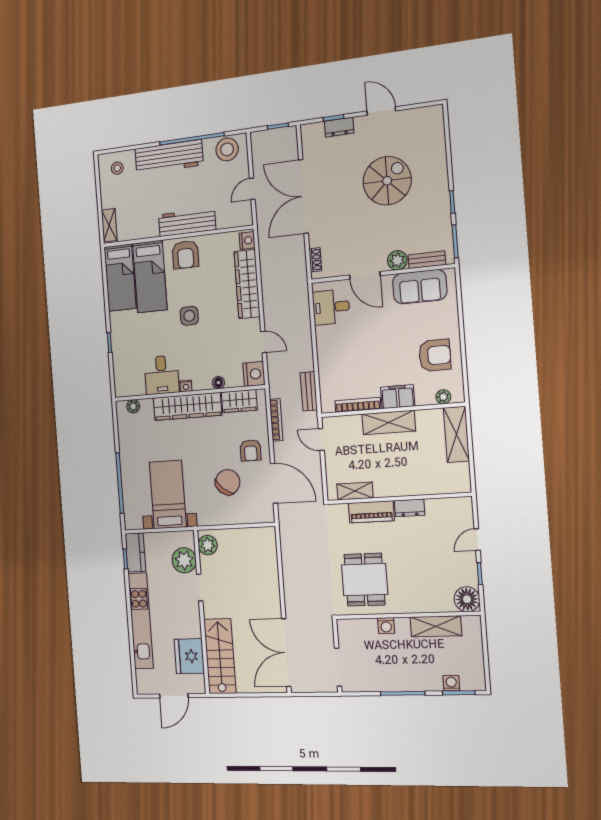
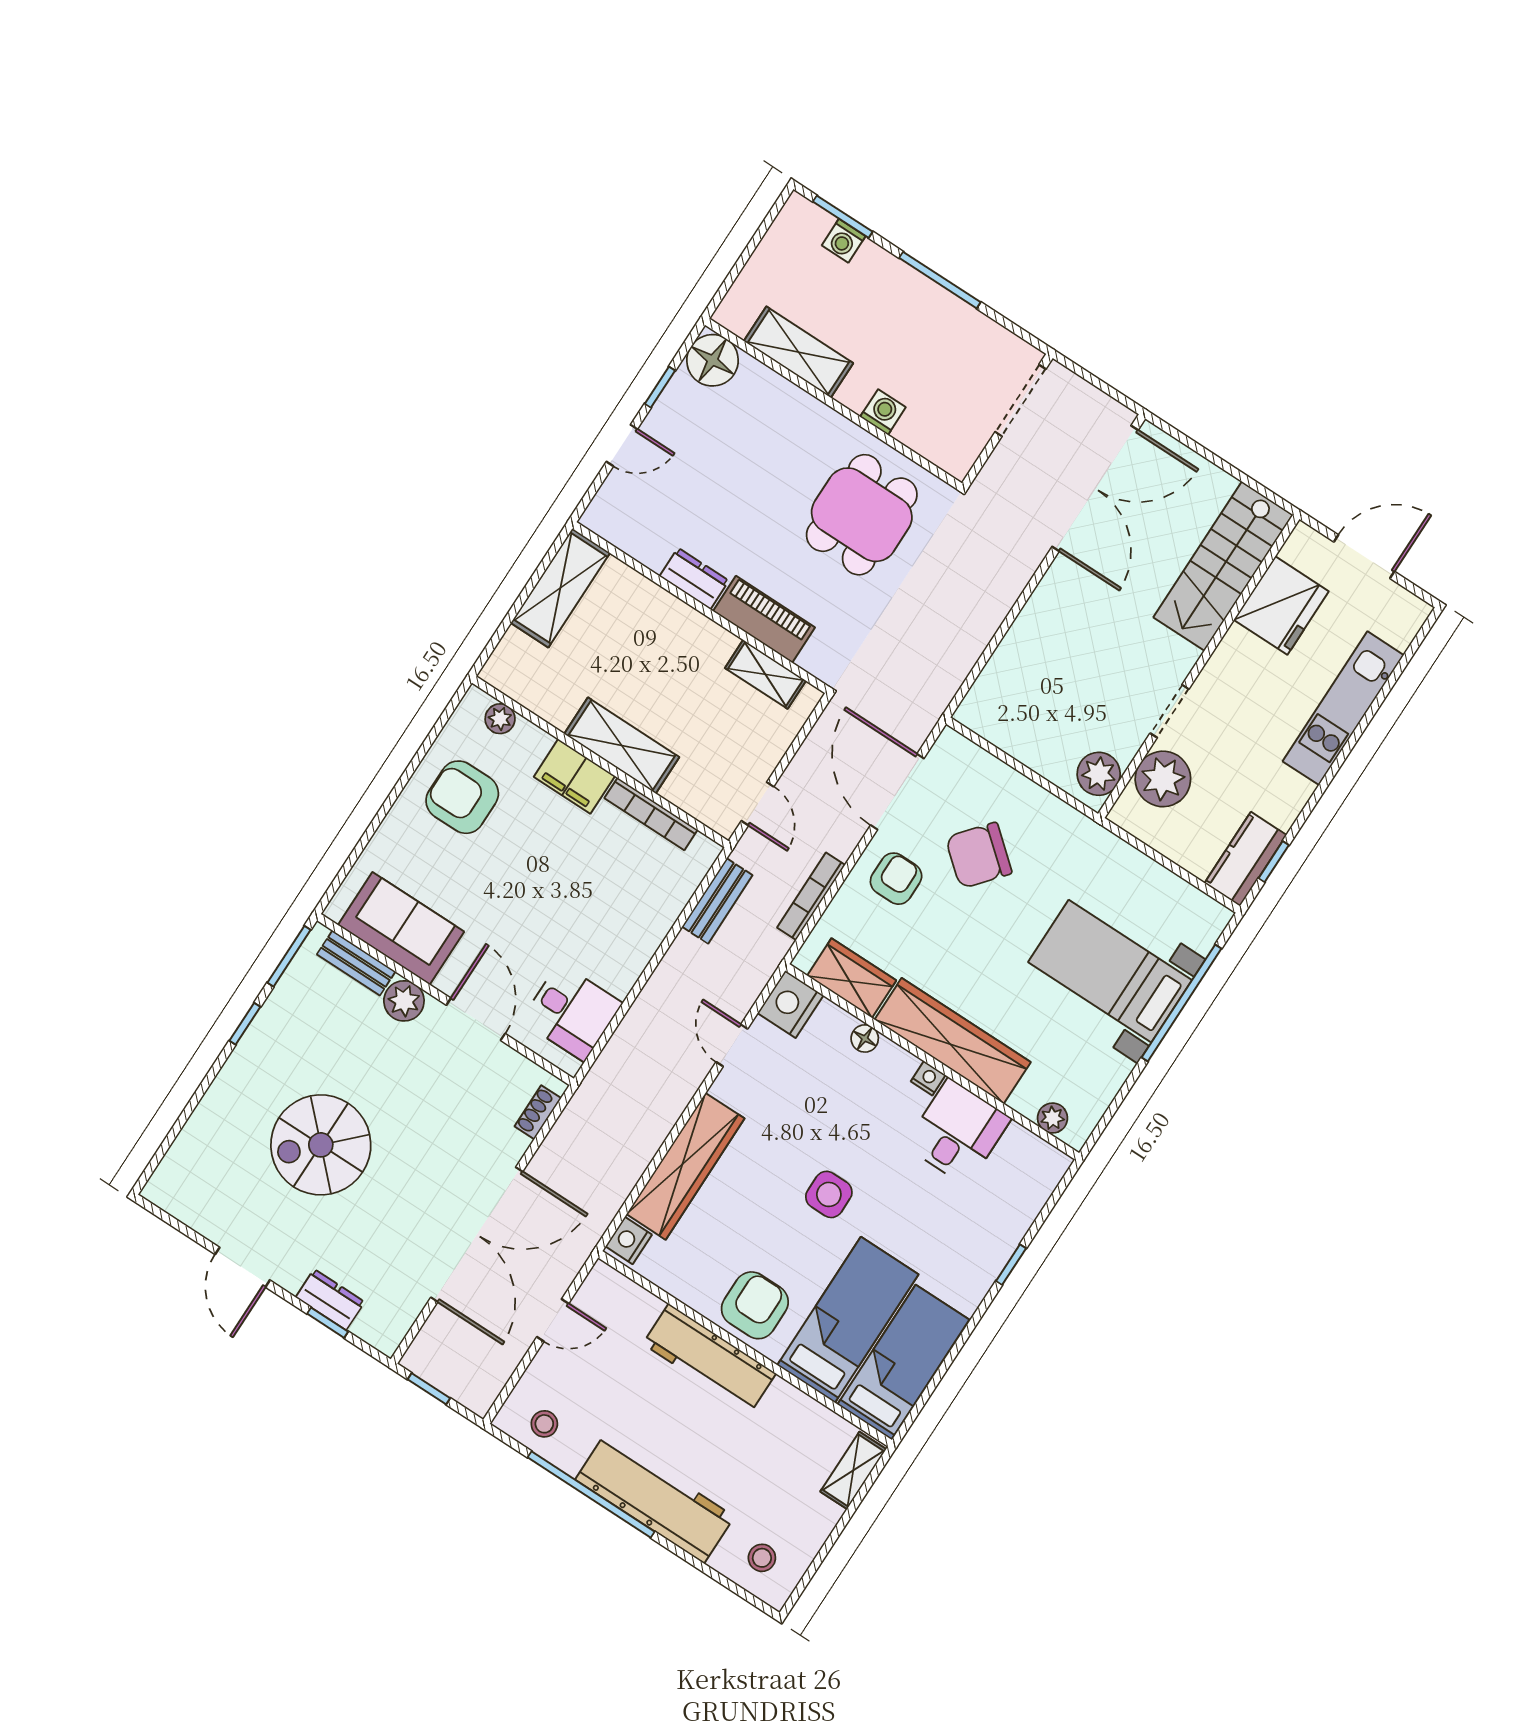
stool: (227, 149) -> (544, 1424), width x0.53, depth x0.53
shelving: (456, 434) -> (560, 588), moved
bed with nightstands: (168, 494) -> (1110, 971), moved, turned 90
kitchen unit: (141, 621) -> (1343, 708), width x0.73

